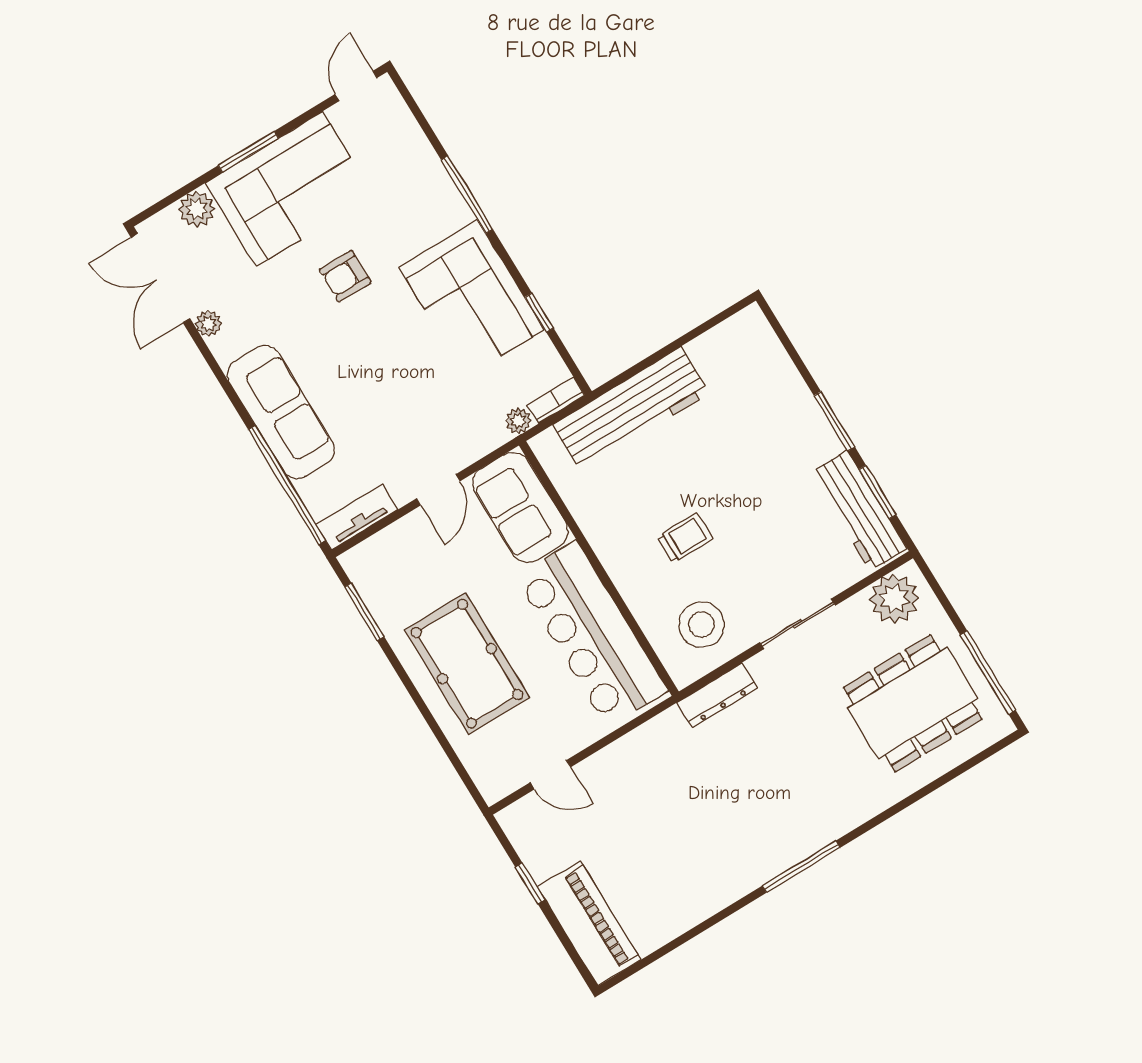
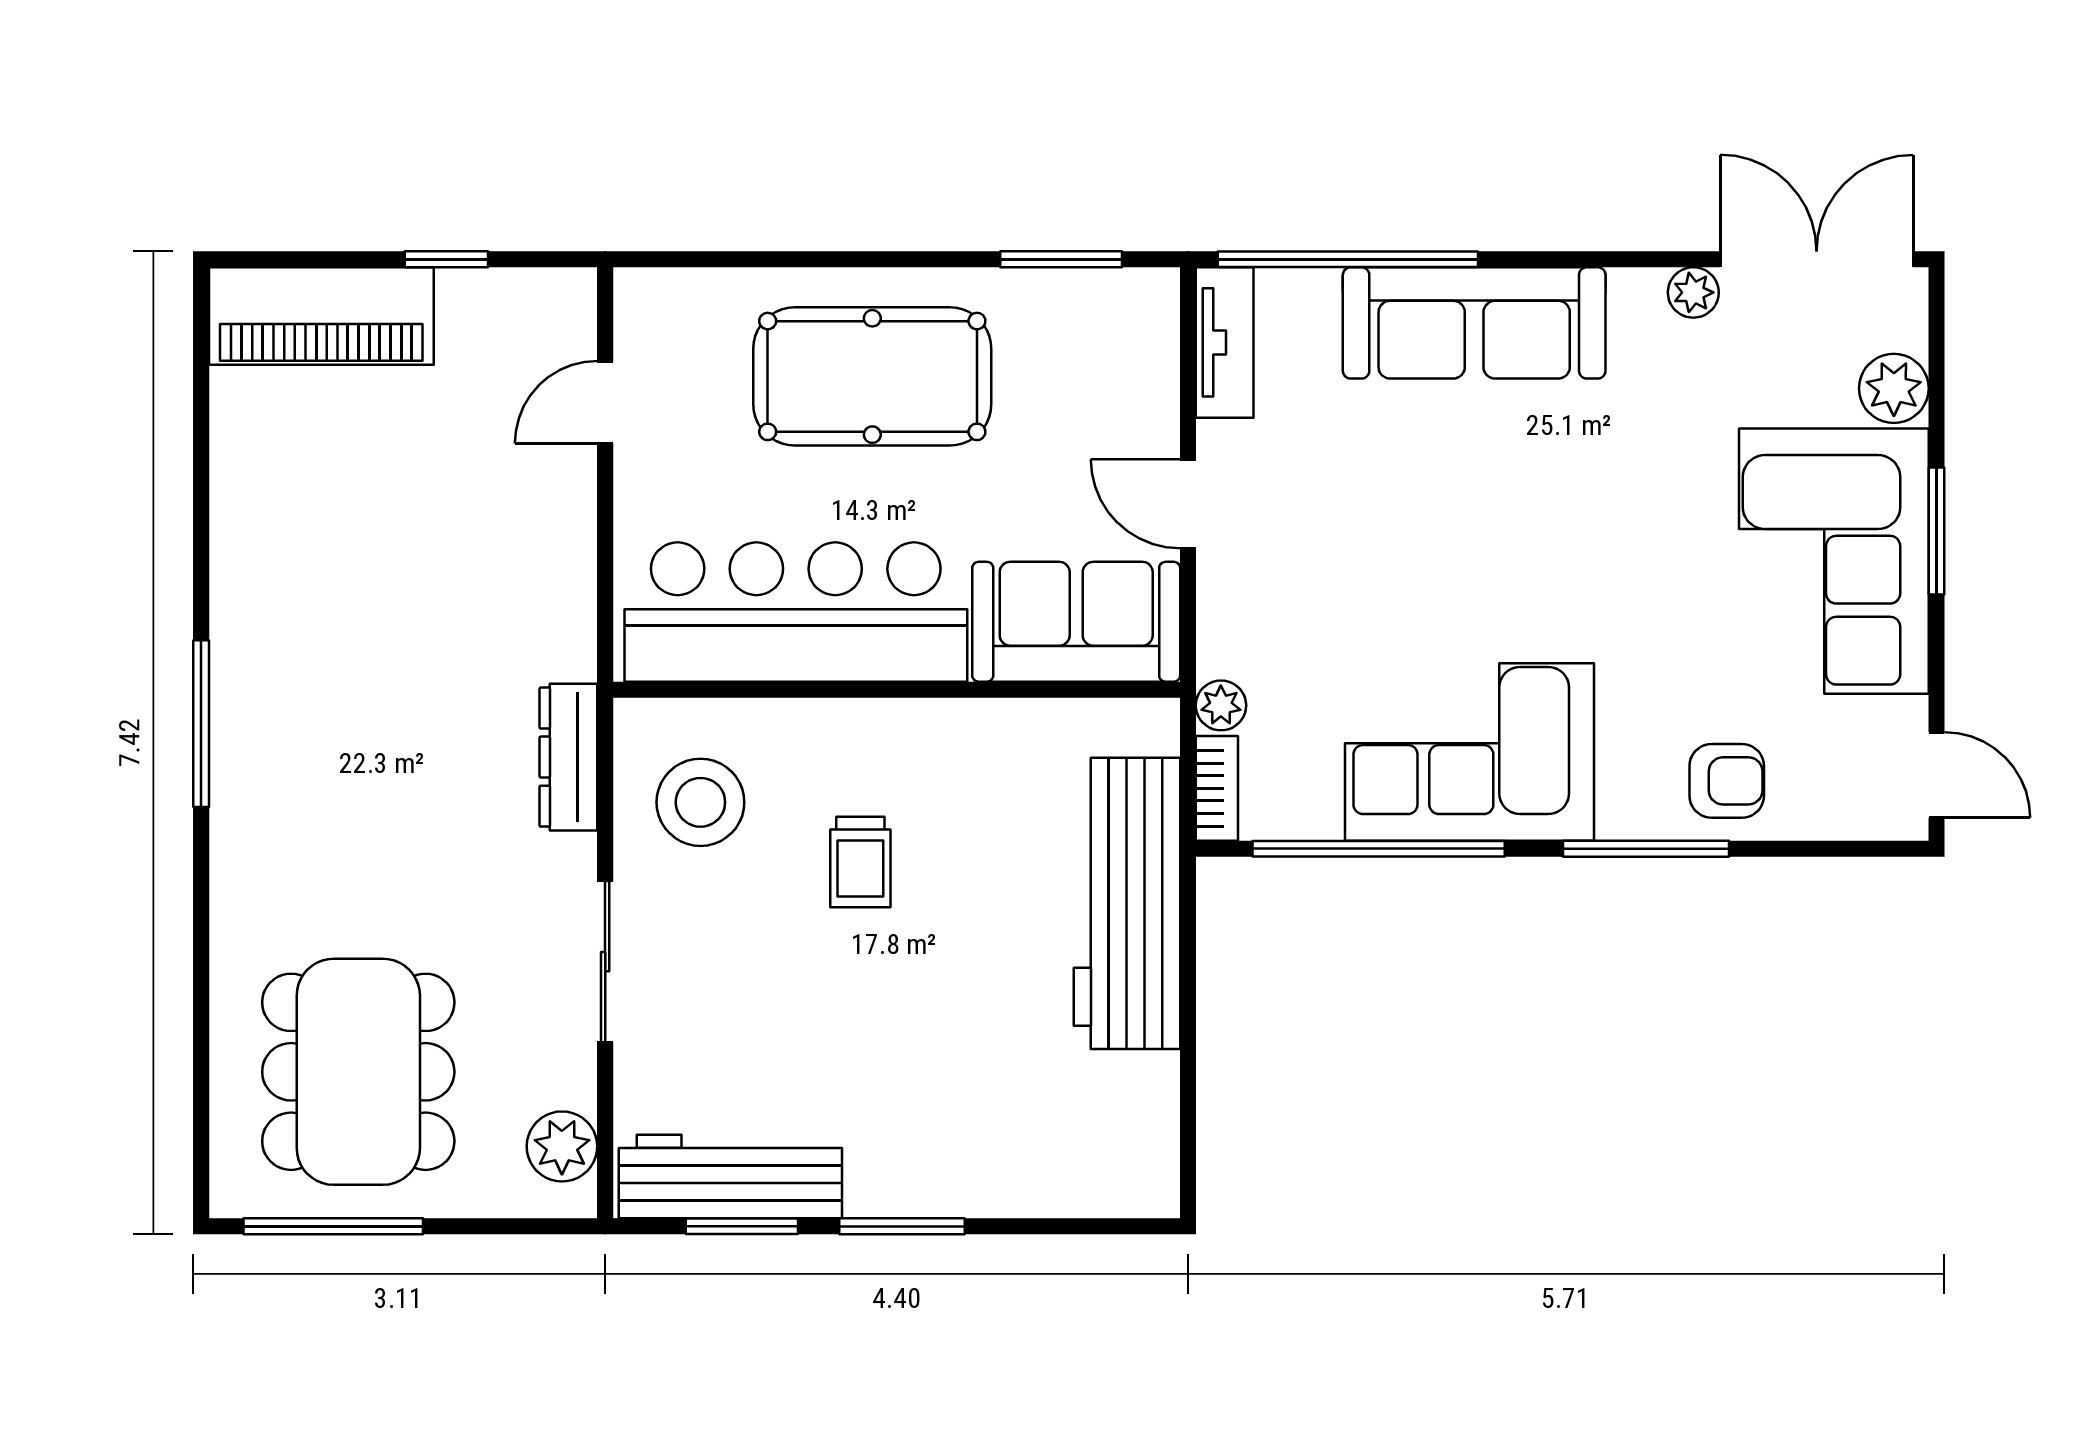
armchair: (345, 276) -> (1727, 781), moved, turned 90
window: (539, 313) -> (1379, 849), width x3.17
plant: (894, 599) -> (562, 1146), width x0.73, depth x0.73

